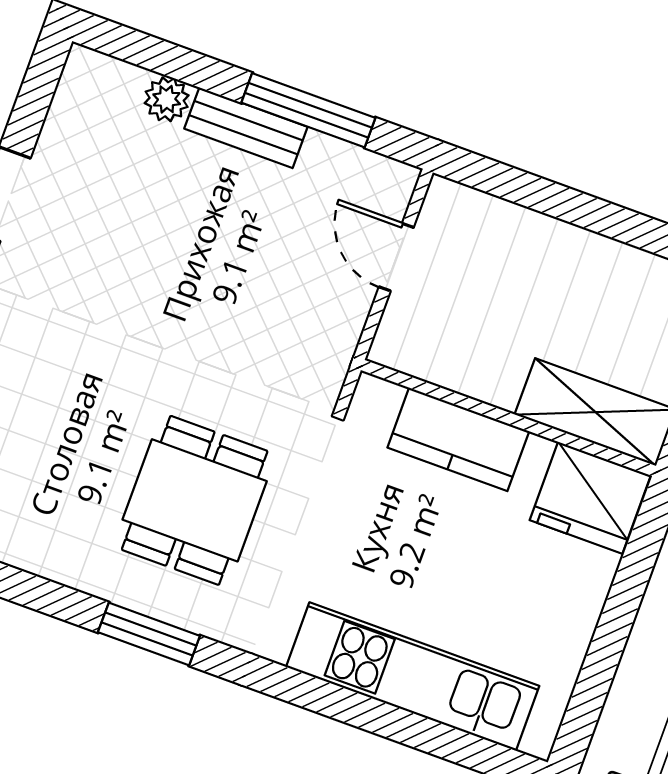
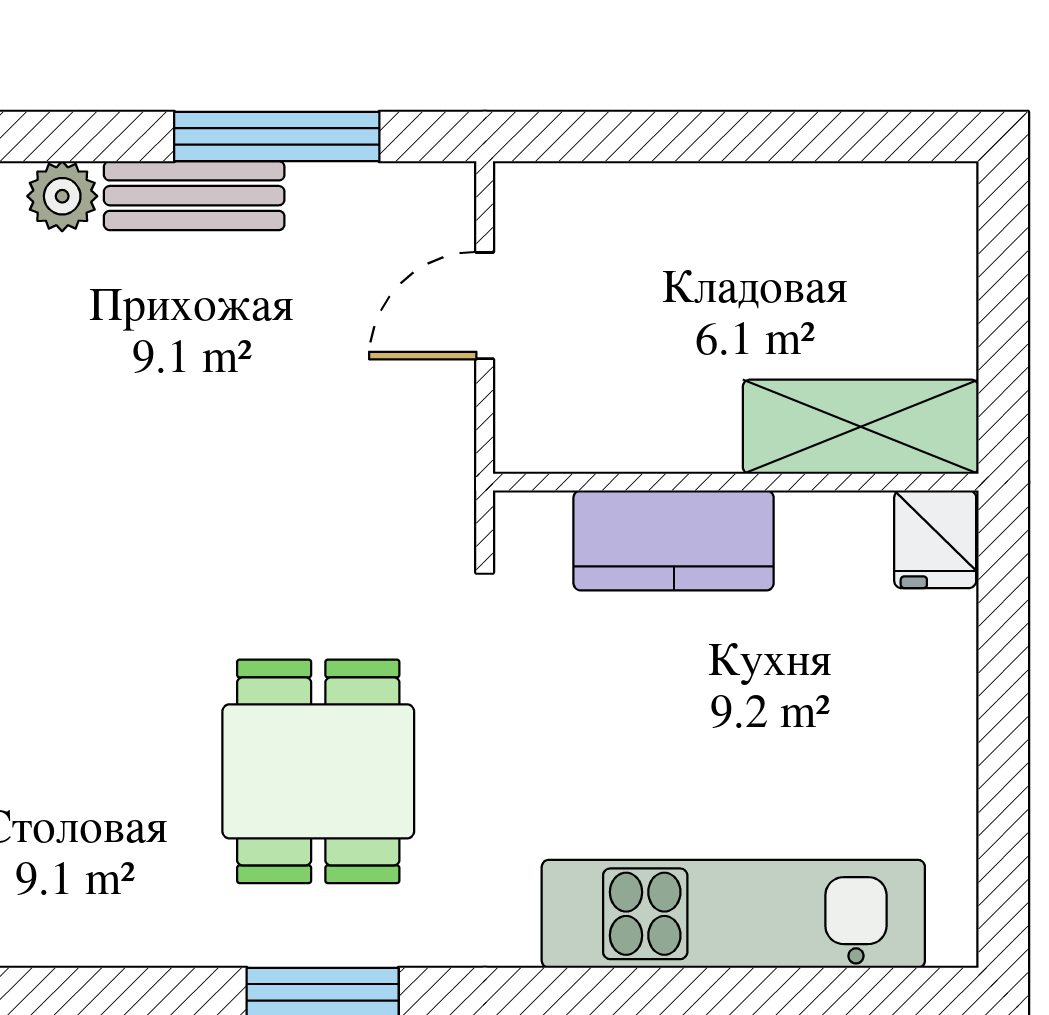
door: (396, 257) -> (485, 306), hinge flipped
fridge: (590, 498) -> (935, 539), width x0.53, depth x0.75

